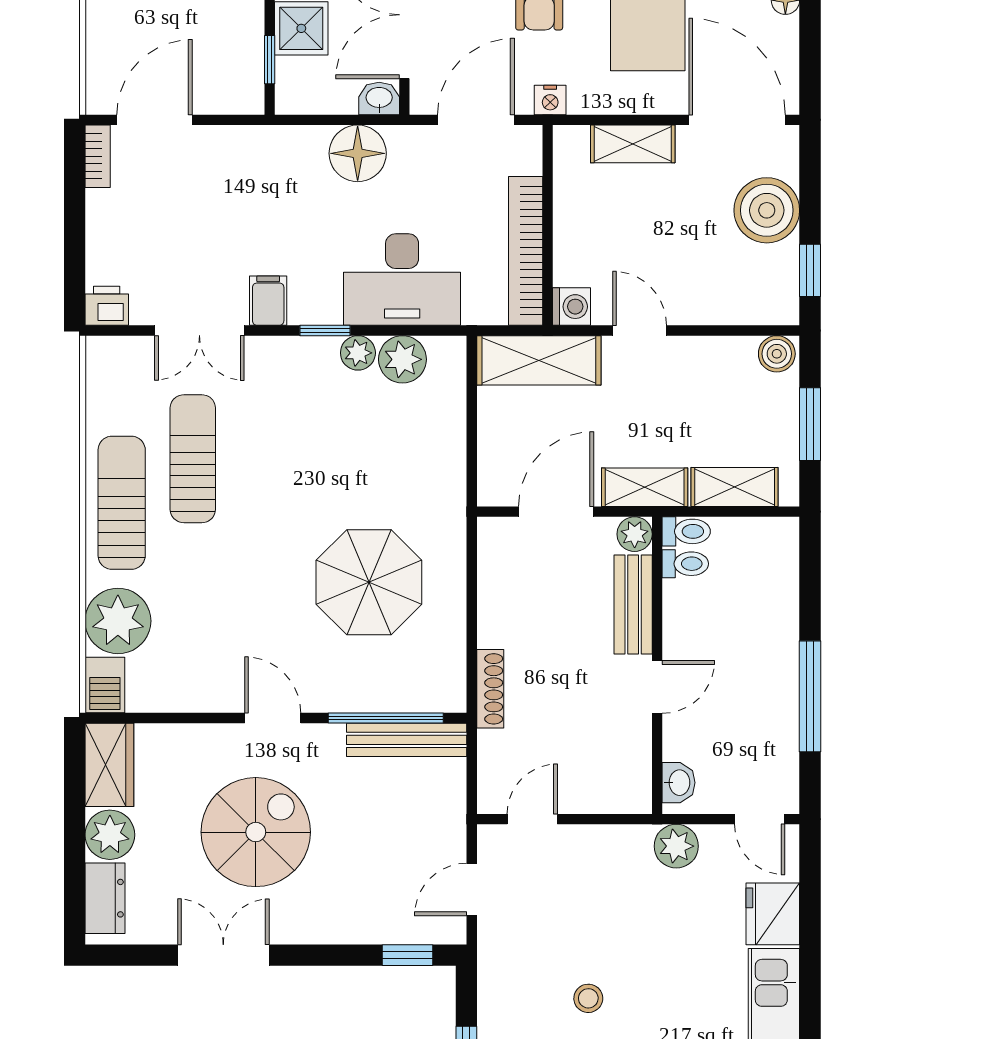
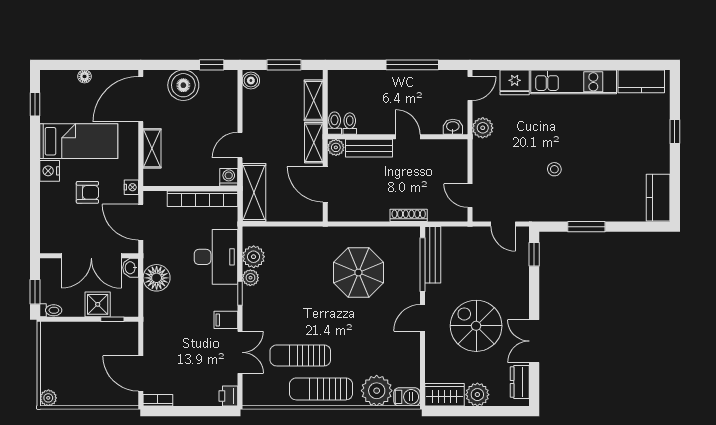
dresser: (105, 898) -> (520, 382), moved, turned -90

